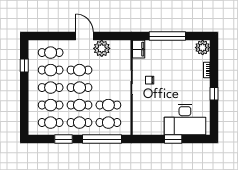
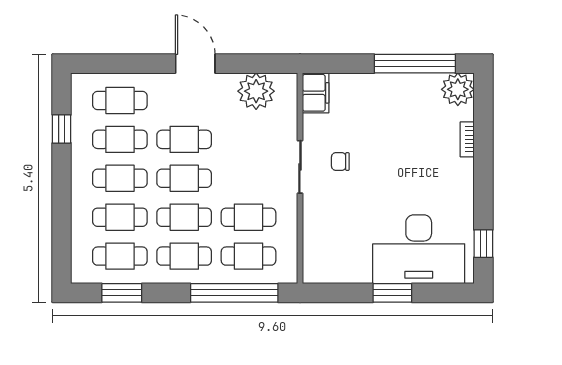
window: (167, 36) -> (415, 64), moved
plant: (102, 48) -> (256, 91), moved
window: (214, 94) -> (483, 244), moved
window: (64, 139) -> (122, 293), moved

